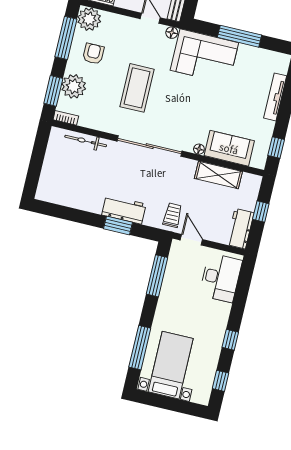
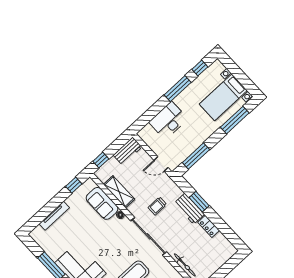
locker: (88, 204) -> (209, 226), added
window: (261, 211) -> (101, 160), moved
trolley: (172, 215) -> (157, 206), moved
door: (191, 240) -> (161, 164), hinge flipped
desk: (221, 278) -> (168, 121), moved
window: (230, 340) -> (178, 89), width x2.17

